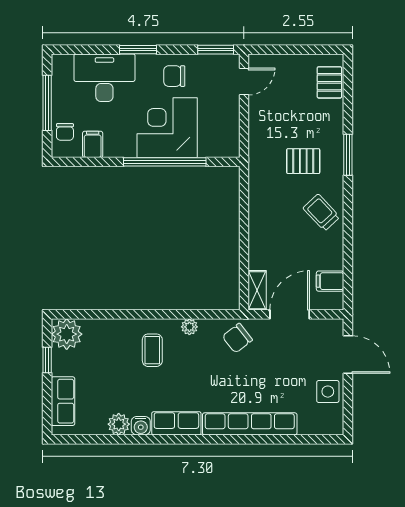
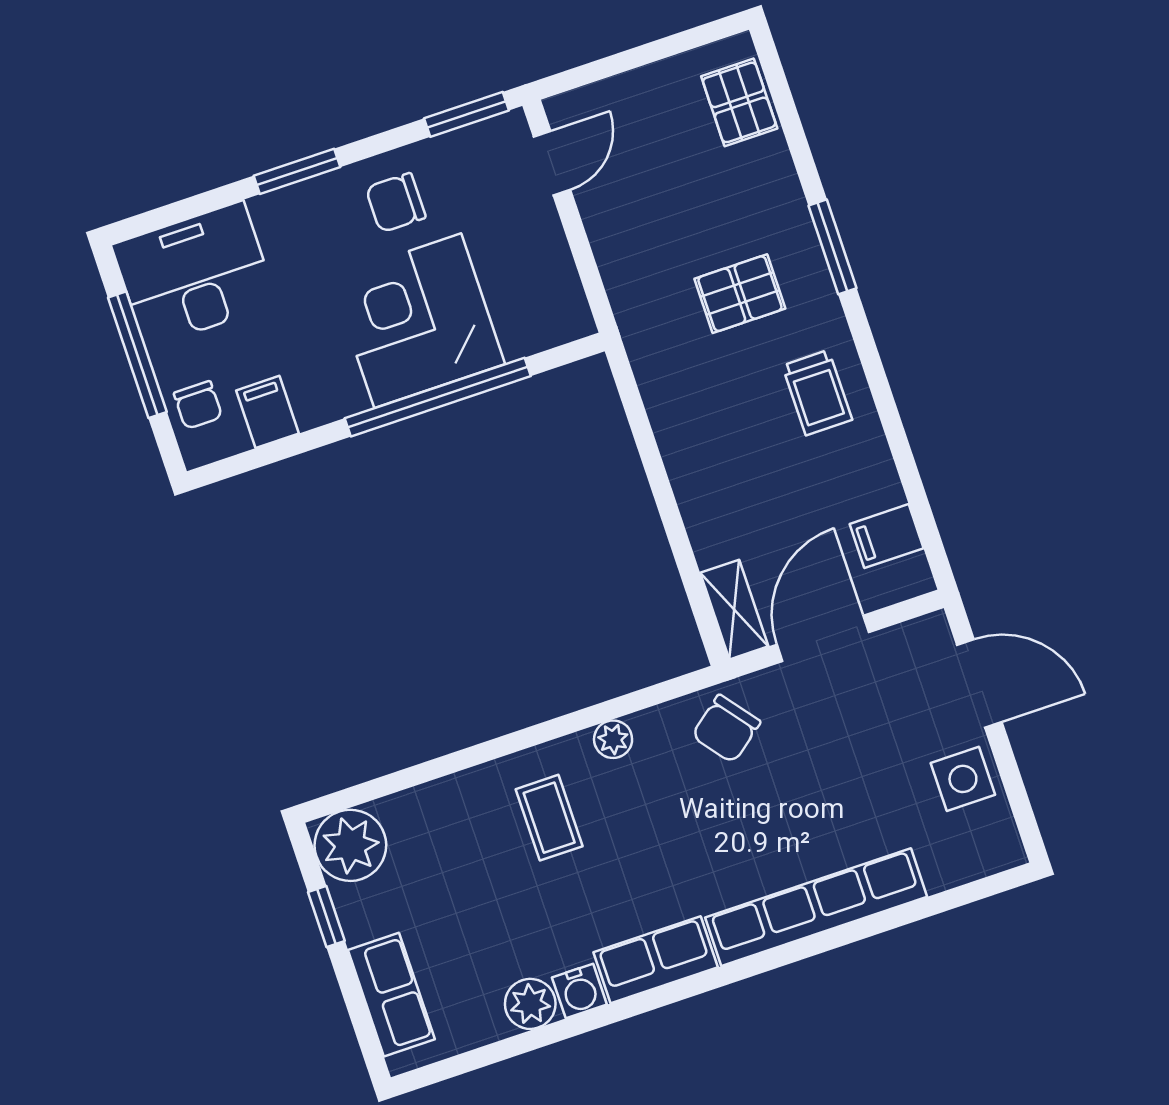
desk: (104, 78) -> (194, 274), moved
trolley: (321, 213) -> (817, 393), turned -137

